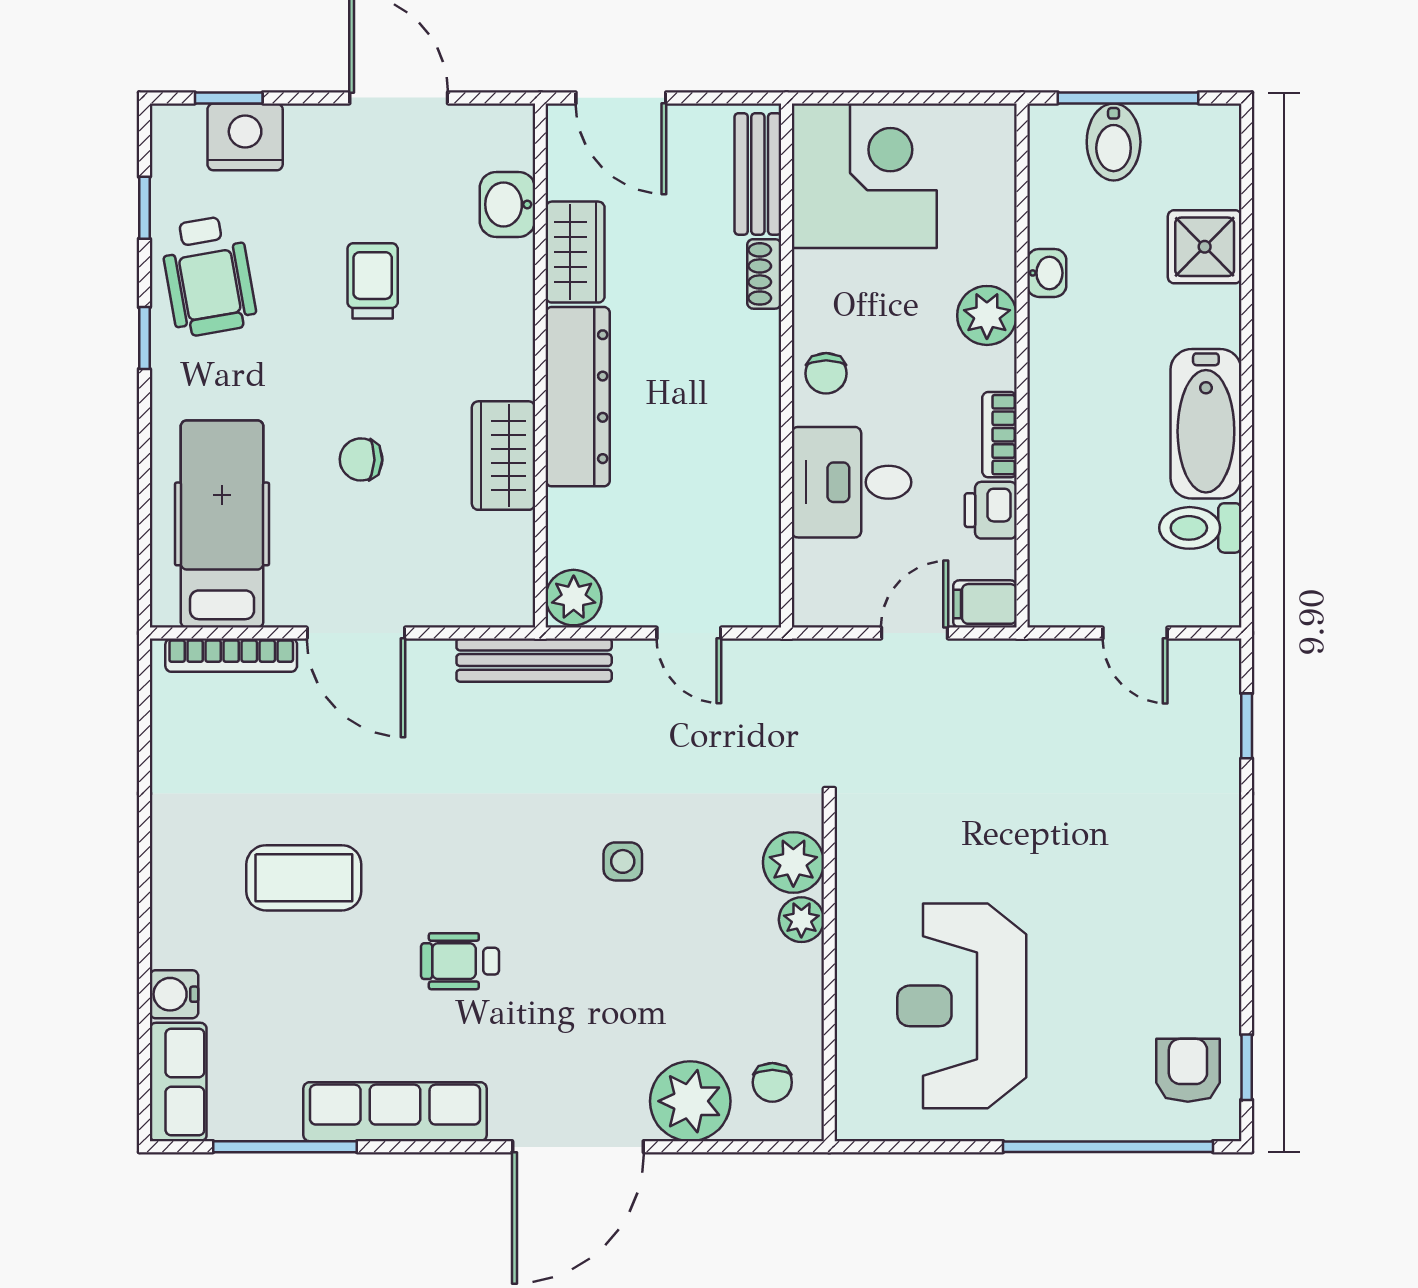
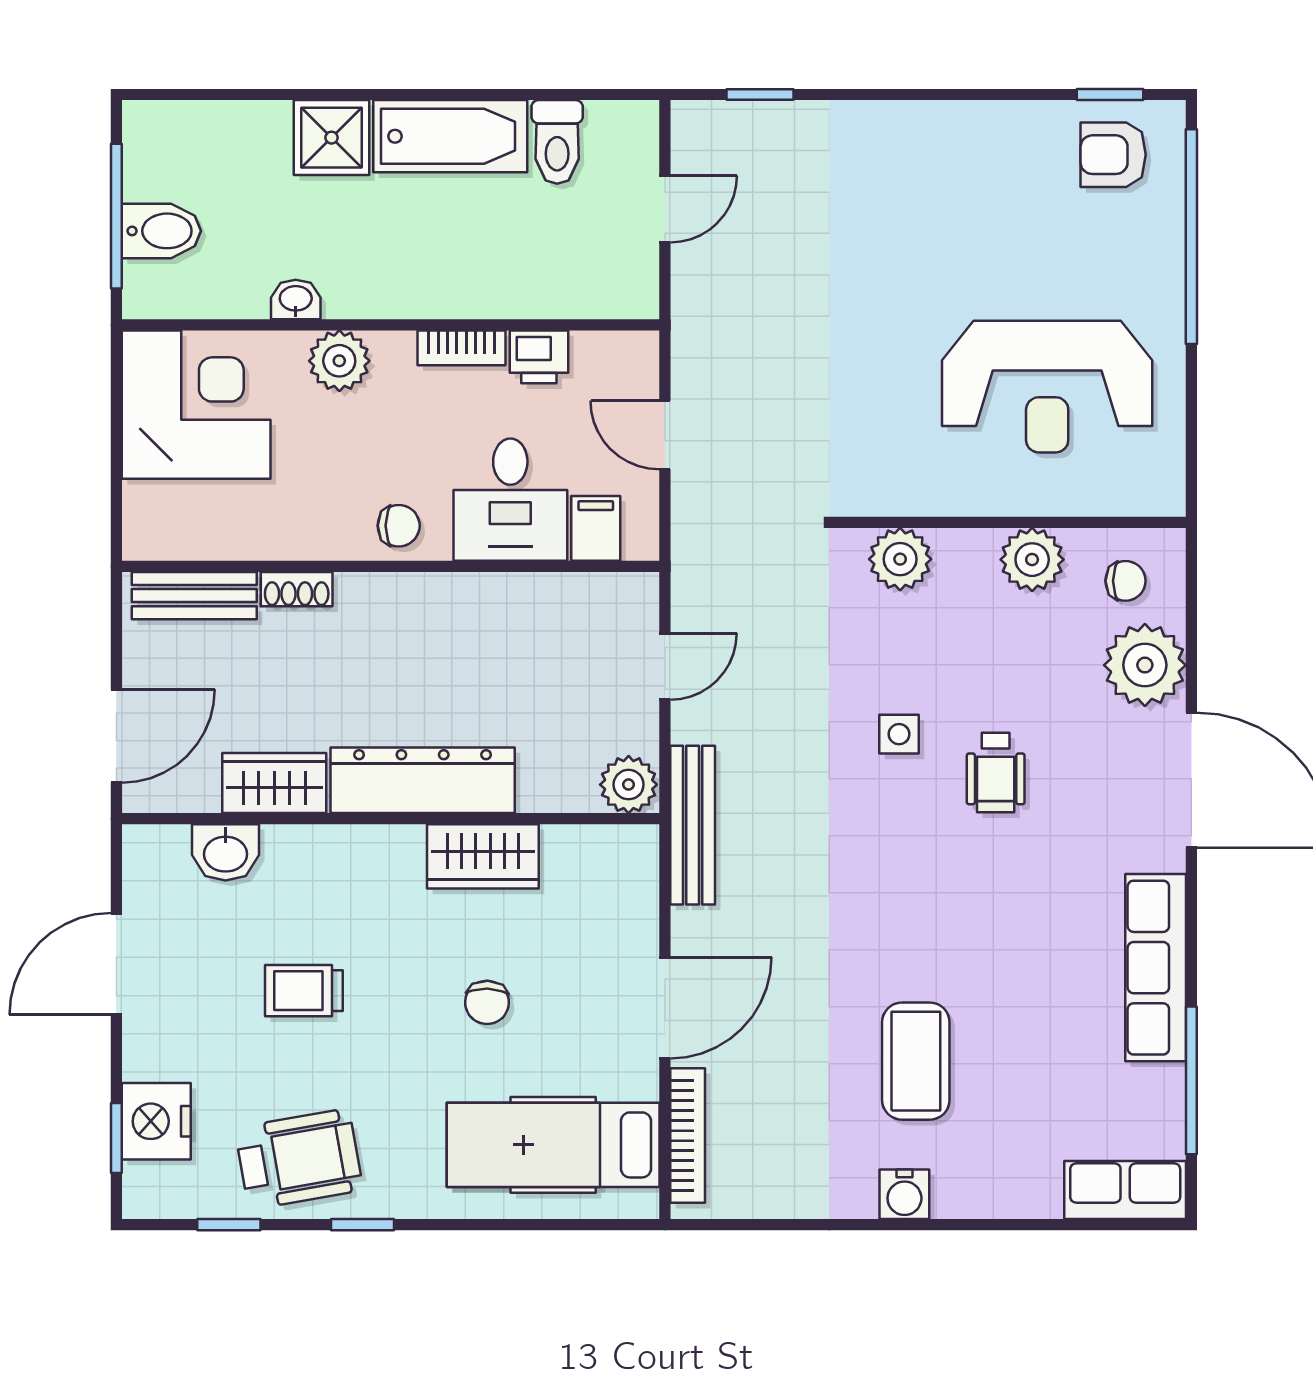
corner desk: (864, 176) -> (196, 405), moved, turned 90
shower: (1205, 247) -> (332, 138), moved
filing cabinet: (985, 604) -> (596, 528), moved, turned 180
plant: (801, 920) -> (1032, 560), moved, width x1.38, depth x1.38
wheelchair: (460, 961) -> (996, 772), moved
water cooler: (174, 994) -> (904, 1194), moved

